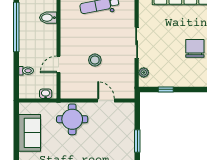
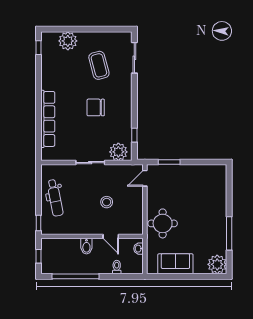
bidet: (48, 18) -> (86, 246), moved
plant: (144, 72) -> (118, 152), width x1.87, depth x1.87
door: (106, 101) -> (145, 178), moved
window: (137, 141) -> (169, 162), moved

